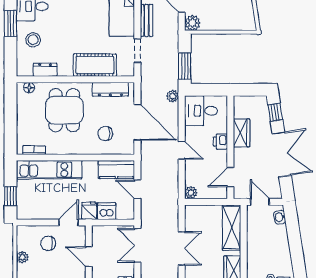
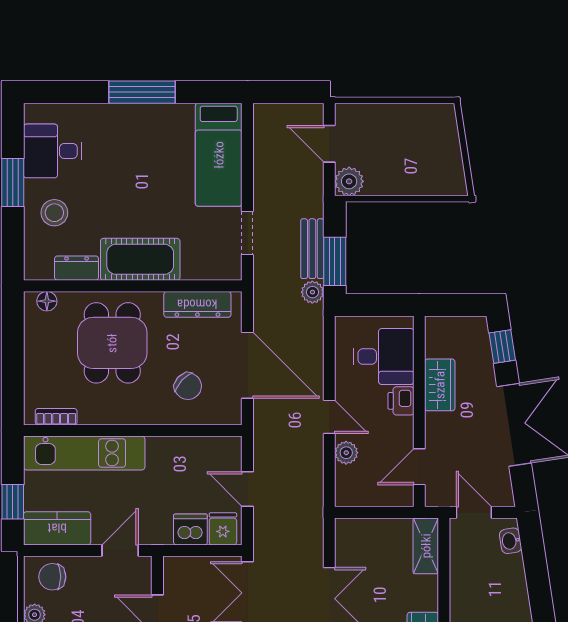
bench: (147, 20) -> (312, 249), moved
cot: (95, 65) -> (140, 259), moved
plant: (173, 96) -> (312, 292), moved
desk: (201, 111) -> (384, 356), moved, turned 180
chair: (105, 134) -> (188, 386), turned -137
kitchen counter: (116, 170) -> (57, 528), moved, turned 180
plant: (191, 193) -> (346, 453), moved
fridge: (89, 211) -> (223, 529), moved
shelving: (232, 228) -> (426, 546), width x0.67, depth x0.75
chair: (48, 243) -> (52, 577), moved

